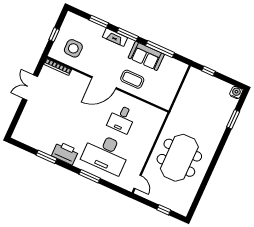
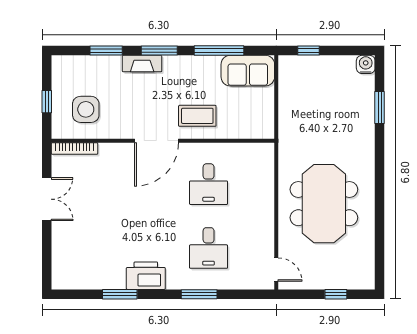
sofa: (146, 56) -> (248, 71), moved
double door: (30, 87) -> (47, 199), swing flipped
desk: (106, 154) -> (209, 248), width x0.53, depth x0.77

